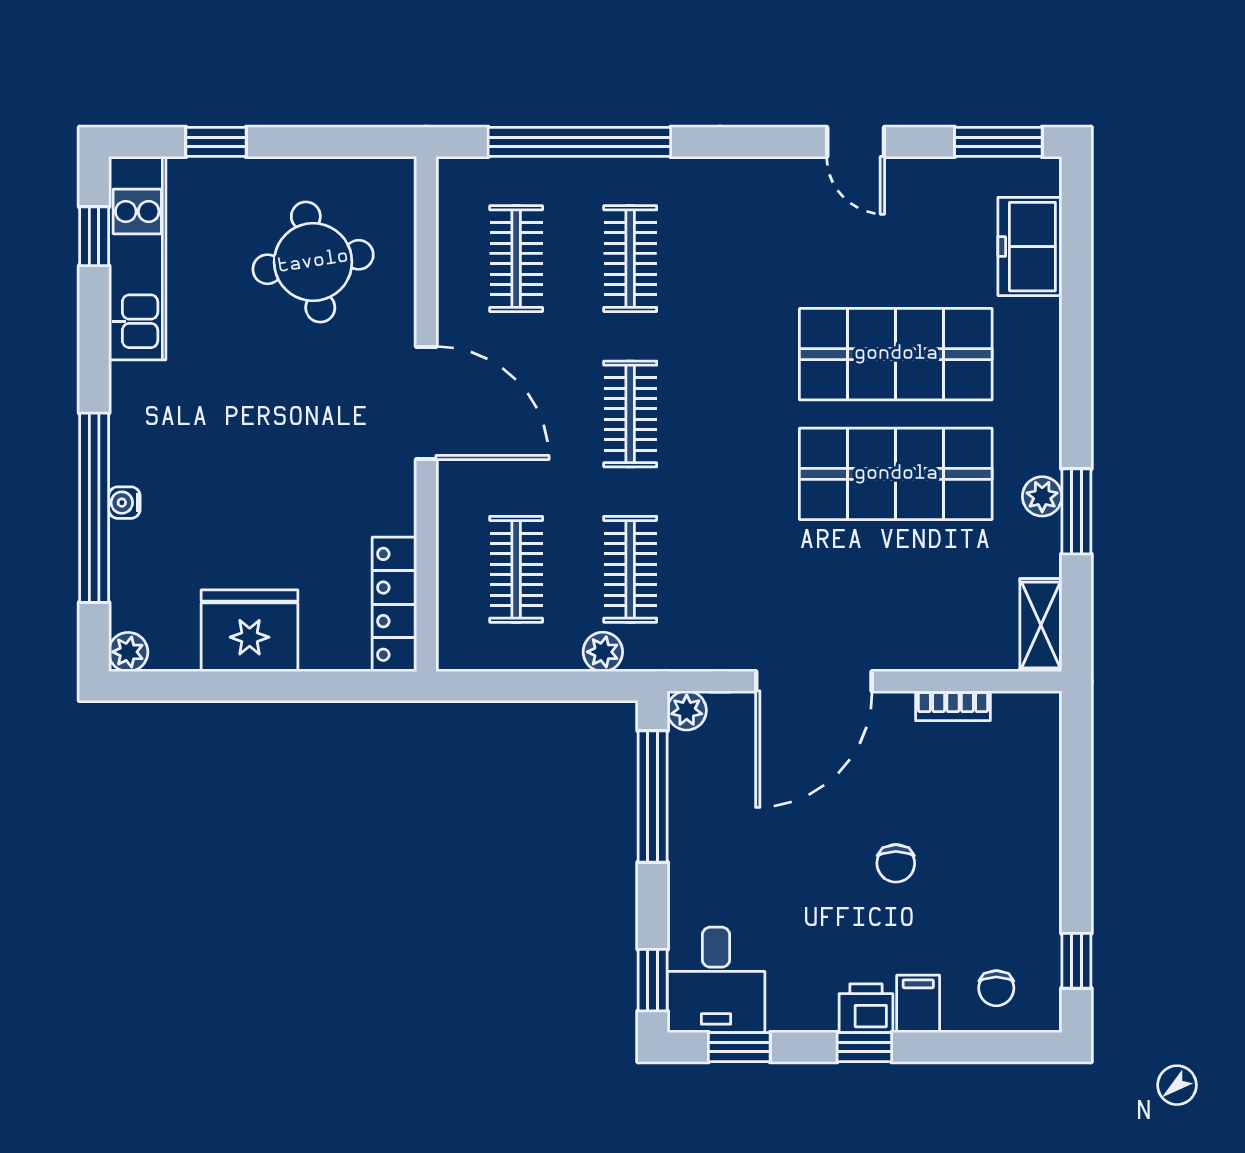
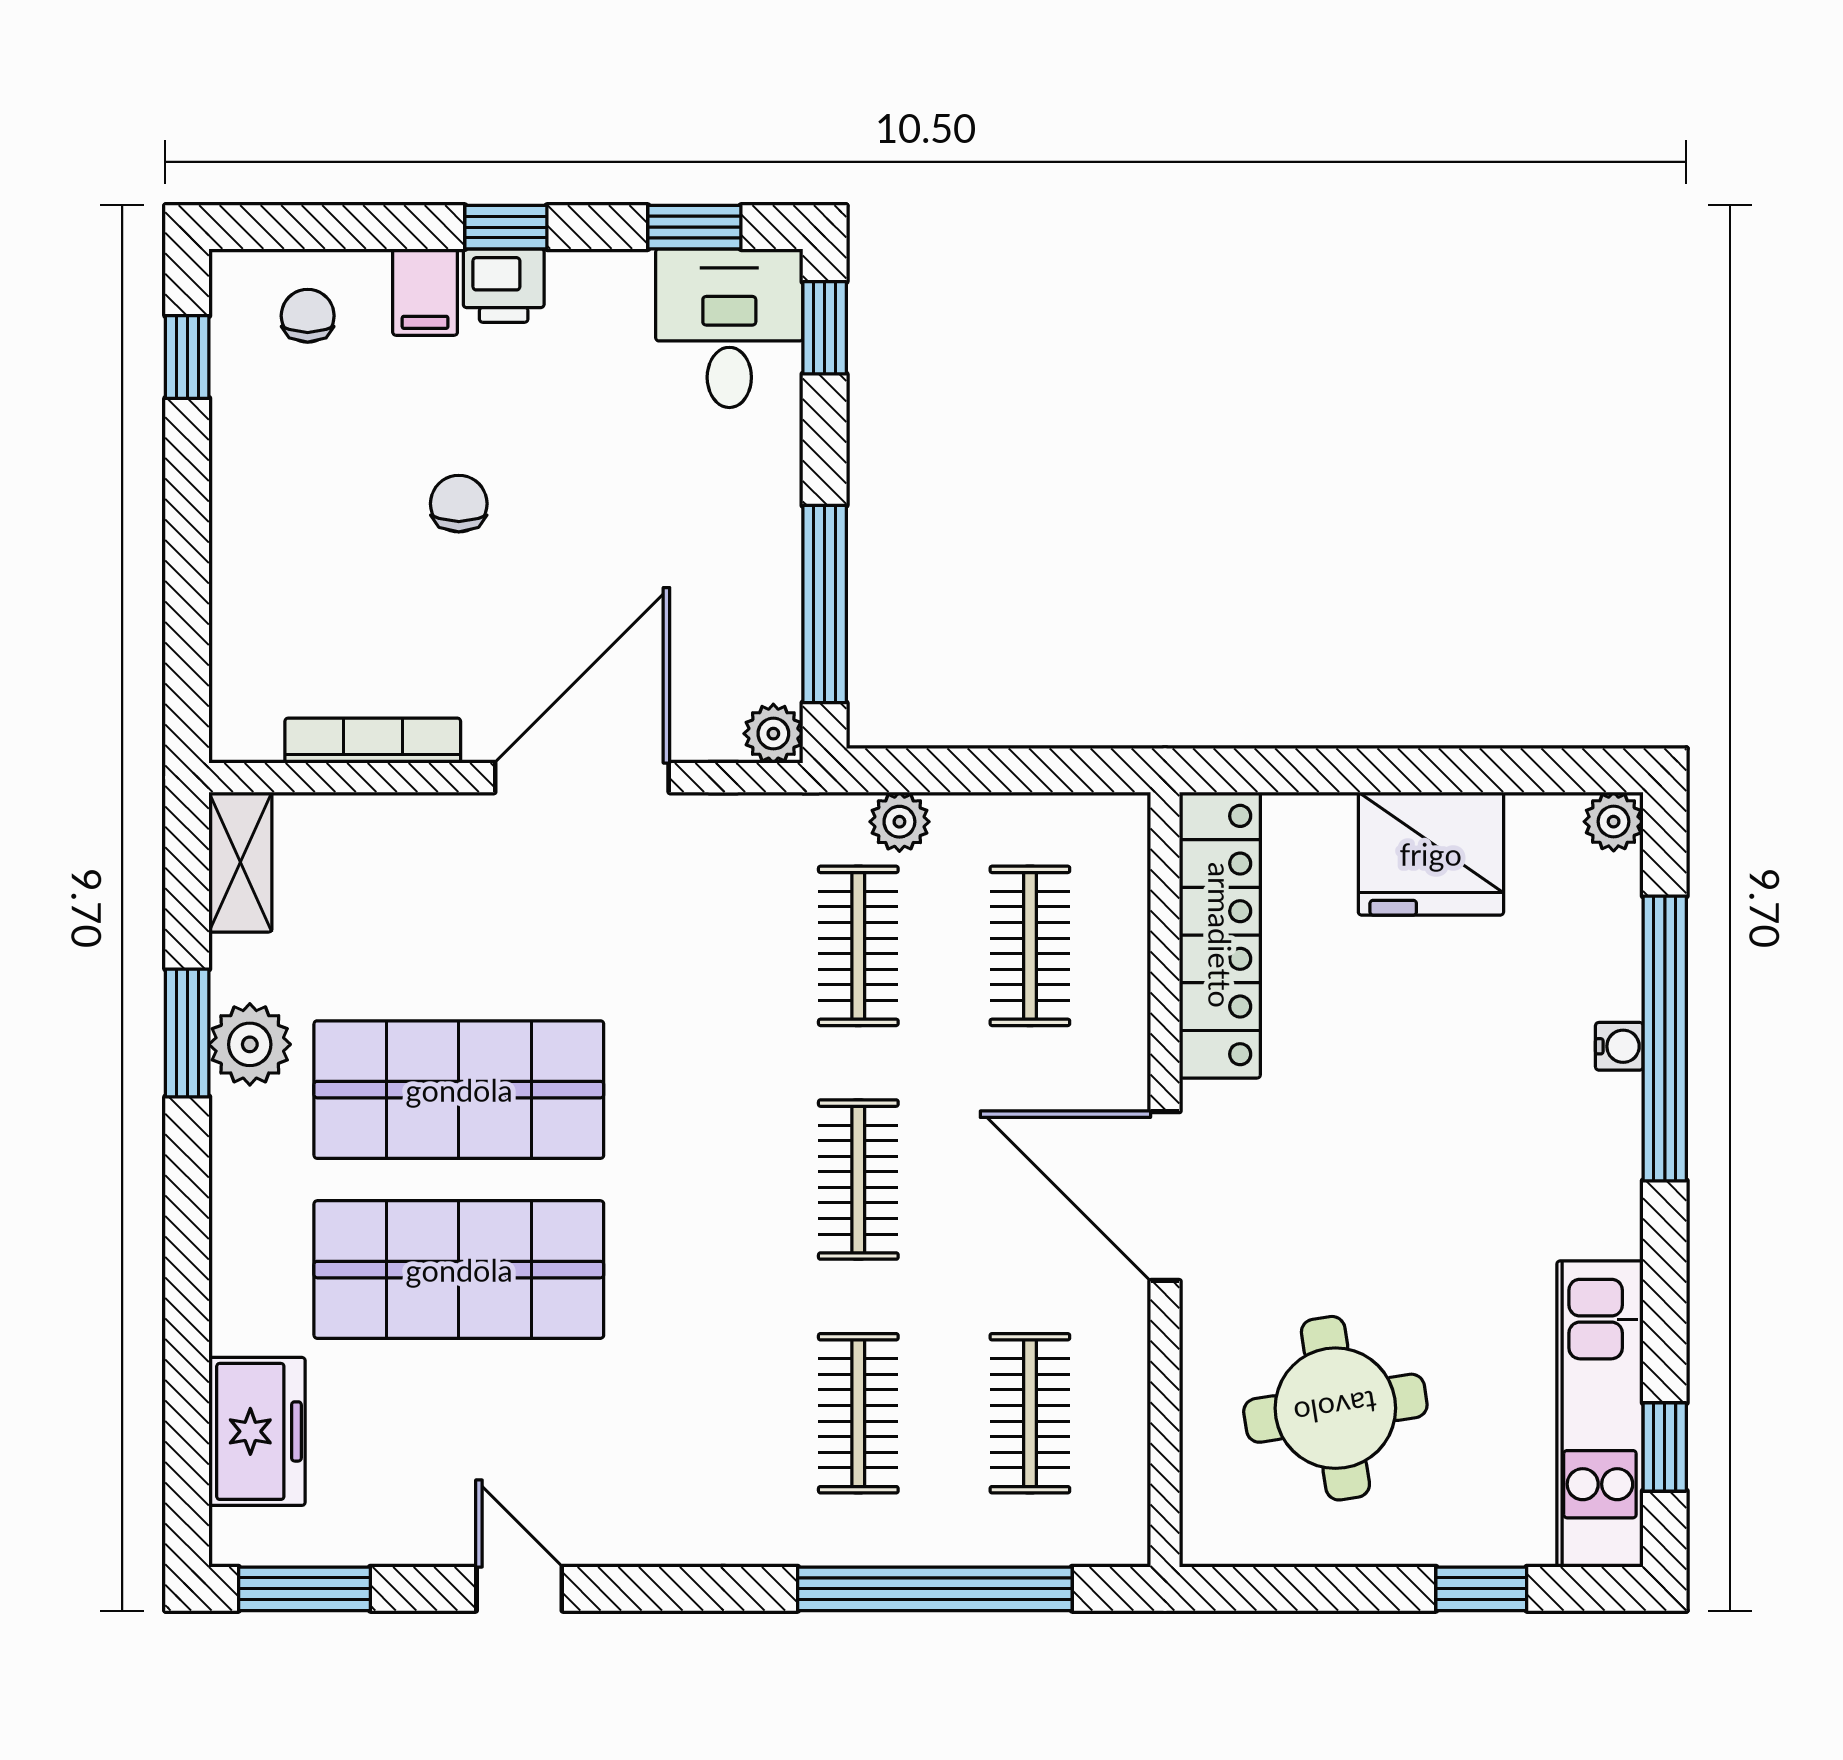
plant: (1042, 496) -> (250, 1044), width x1.38, depth x1.38
locker: (394, 604) -> (1220, 935), width x1.41, depth x1.21
bookcase: (953, 706) -> (373, 741), width x1.56

